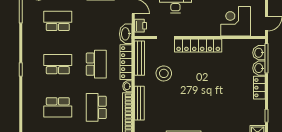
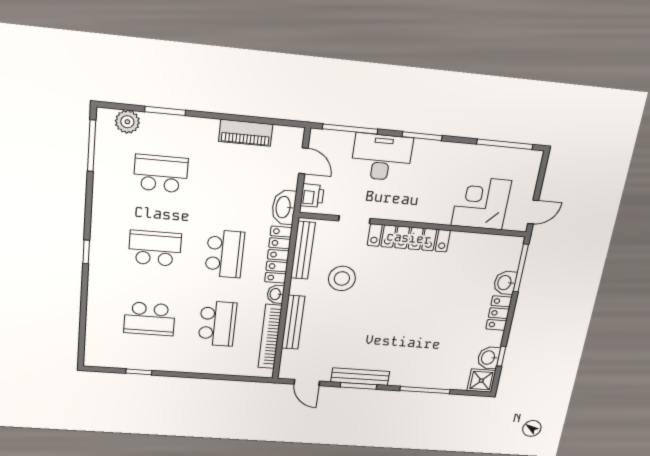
washbasin: (259, 53) -> (489, 358), moved
school desk: (96, 107) -> (217, 324), turned 180

